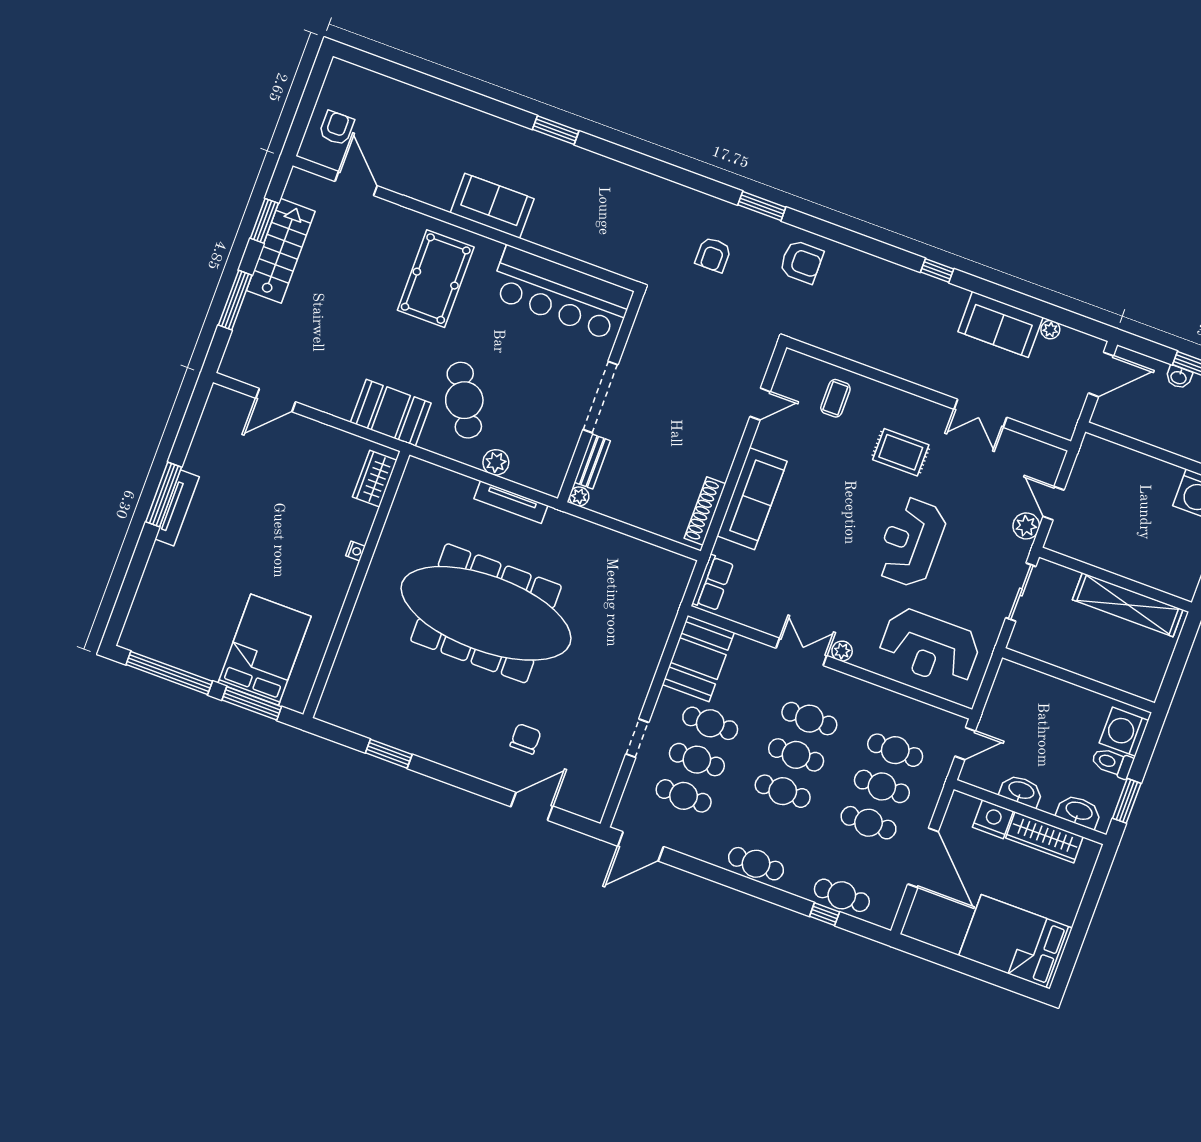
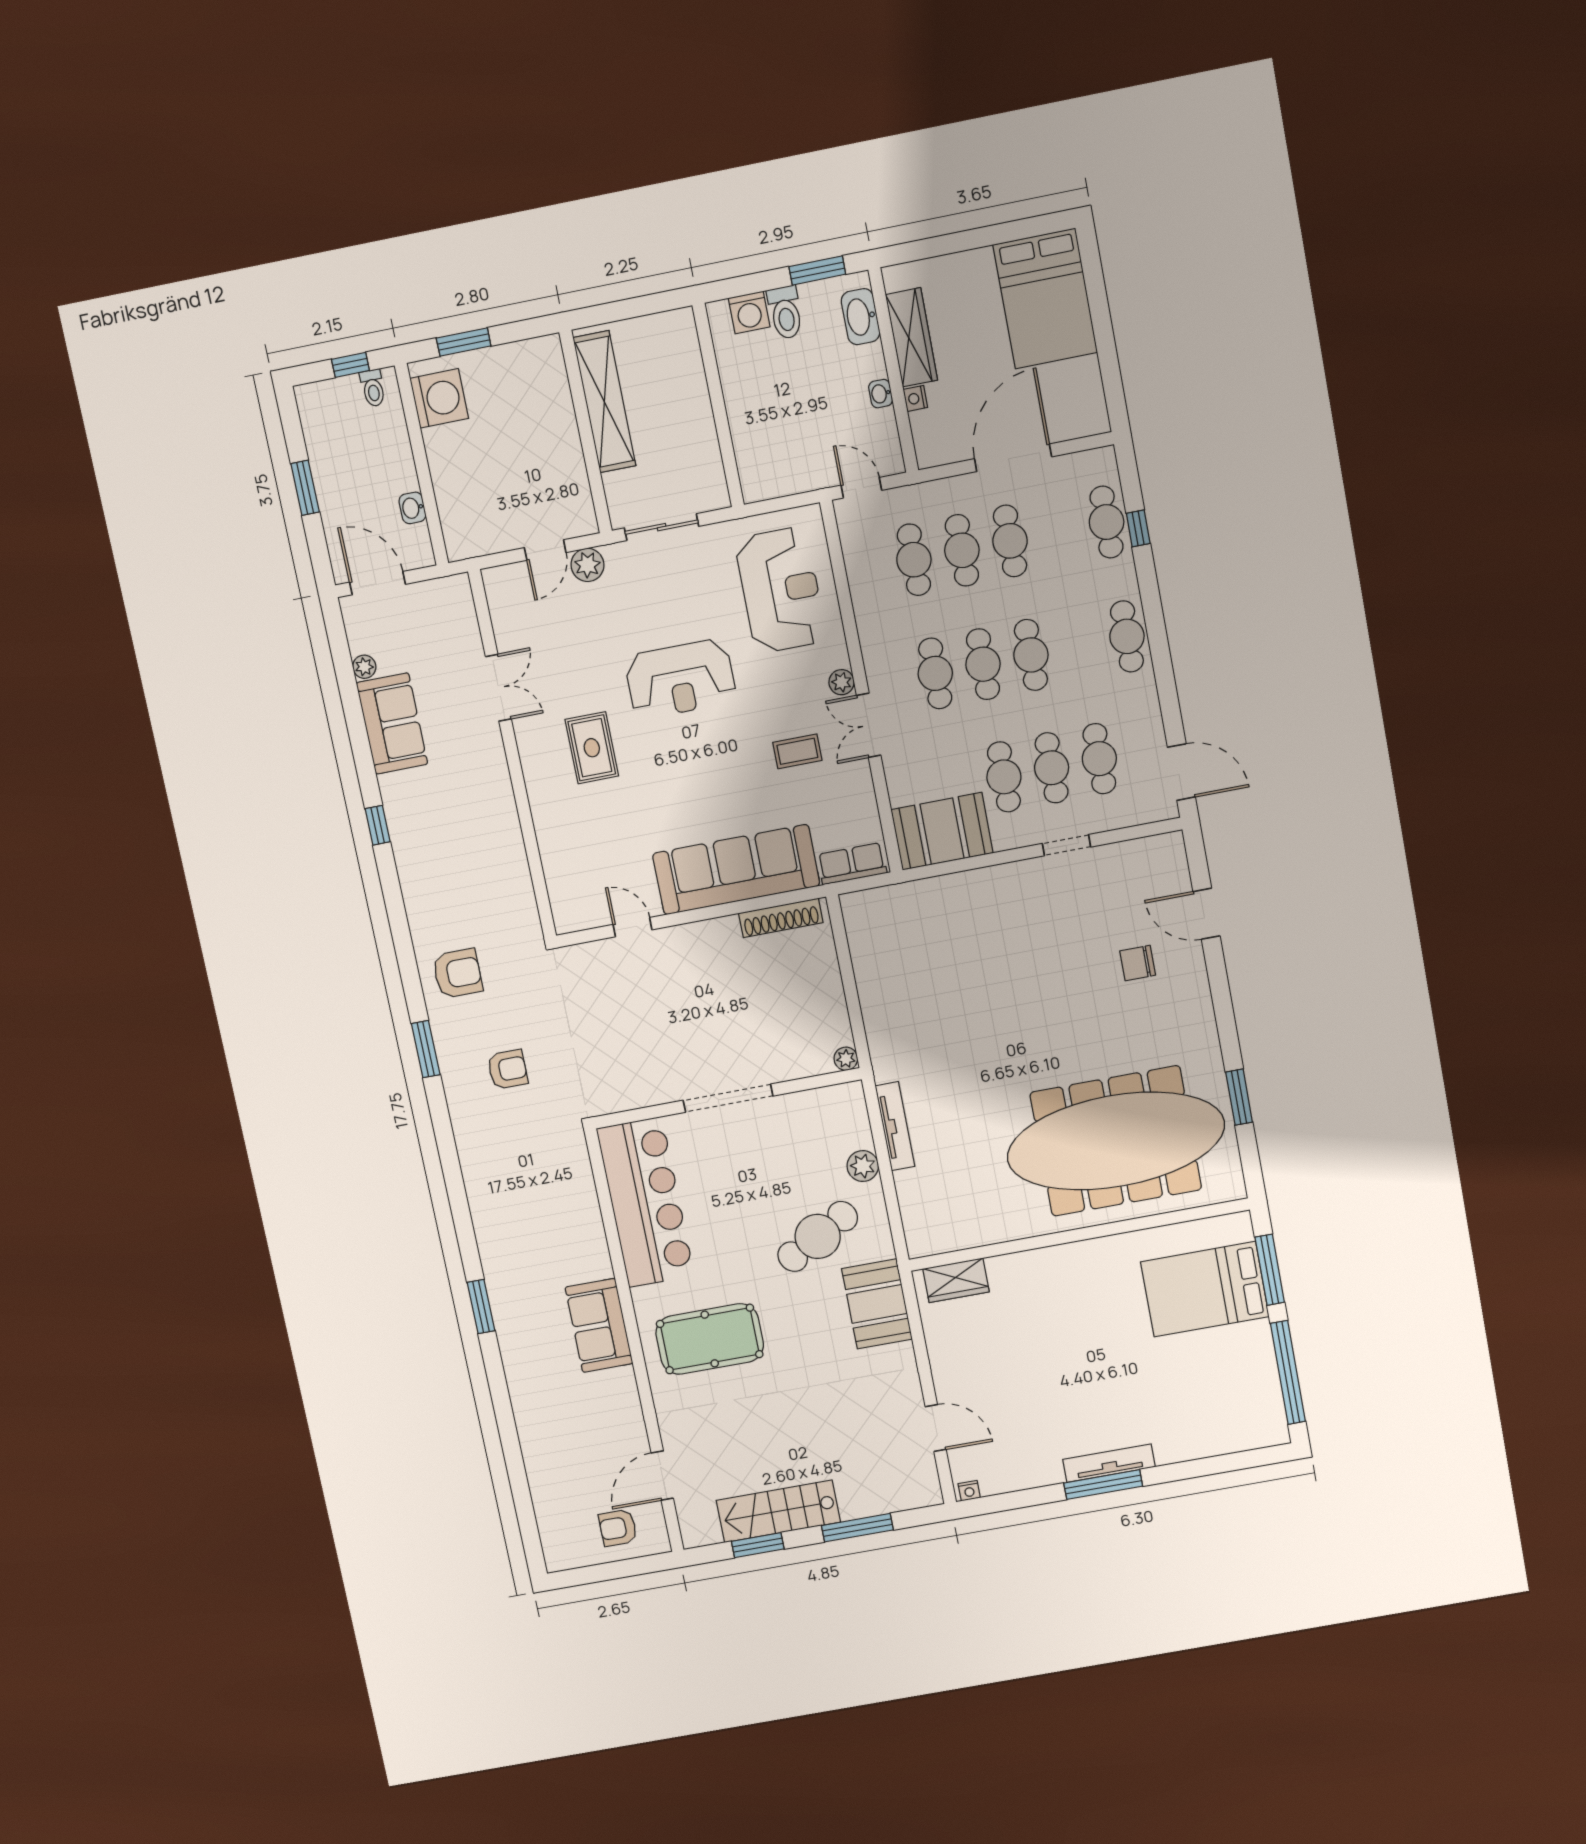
armchair: (801, 262) -> (458, 973), turned 90
washbasin: (1179, 377) -> (412, 508), moved, turned 180
coffee table: (835, 398) -> (797, 751), moved
bench: (592, 461) -> (801, 1067), removed
sofa: (752, 499) -> (736, 870), width x1.36, depth x1.27
nightstand: (356, 551) -> (969, 1491), moved, turned 180
meeting table: (486, 613) -> (1116, 1141), moved, turned 90
washing machine: (1124, 732) -> (749, 312), width x0.73, depth x0.73
washbasin: (1021, 791) -> (881, 394), width x0.52, depth x0.69
nightstand: (993, 819) -> (915, 398), width x0.53, depth x0.56

